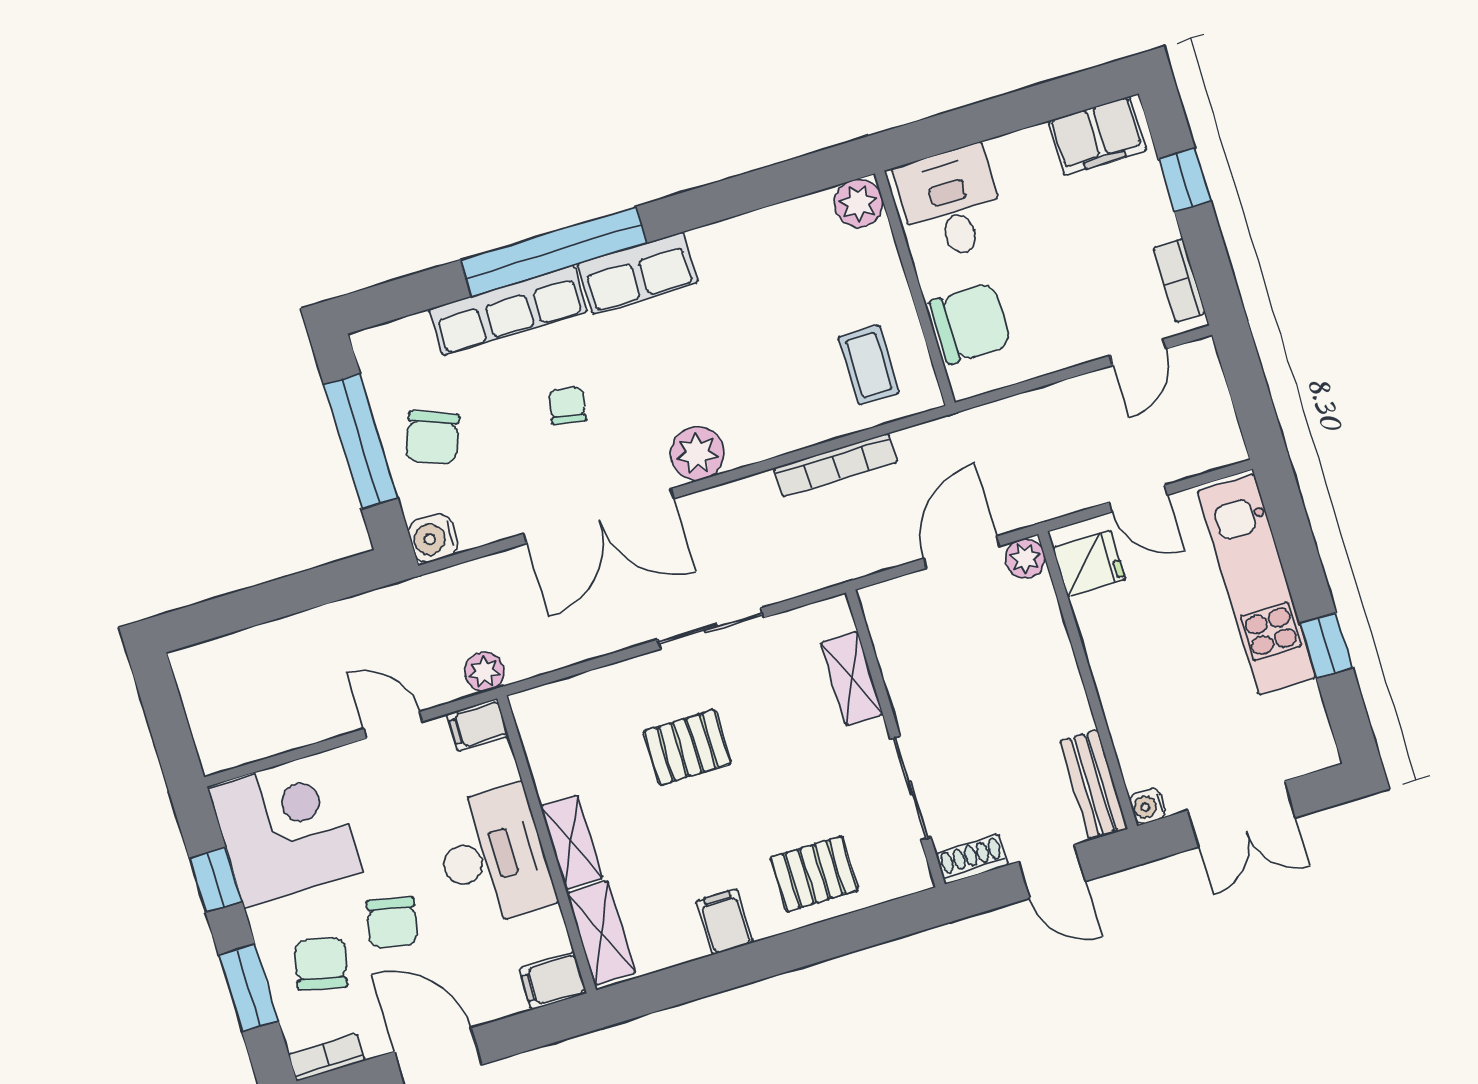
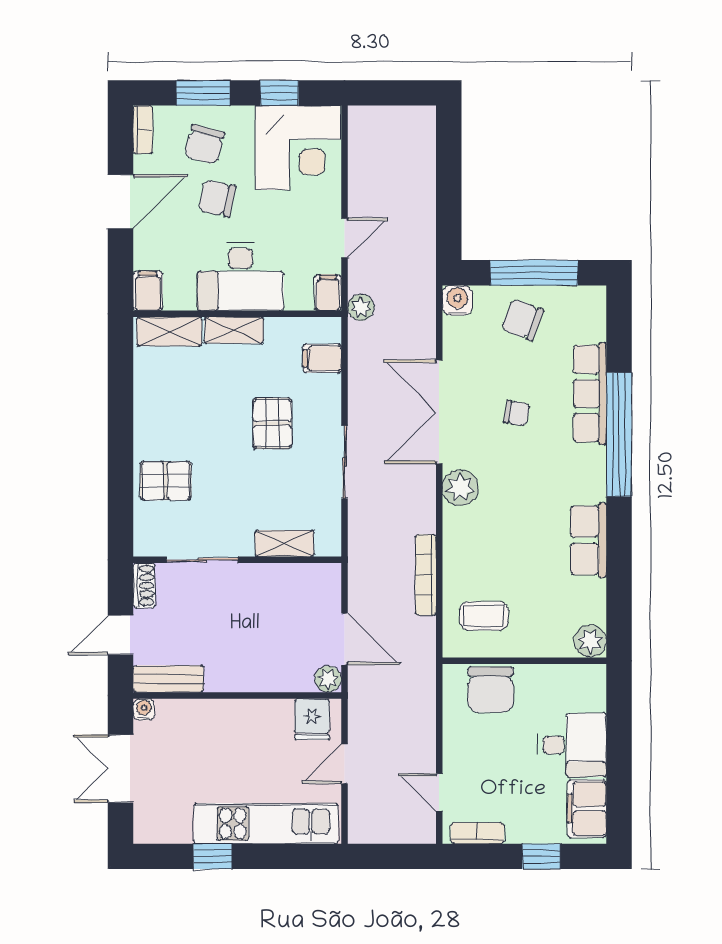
desk: (951, 204) -> (572, 745), moved
row of seats: (638, 273) -> (589, 540), moved
pallet: (814, 874) -> (166, 481), turned 90
filing cabinet: (725, 922) -> (322, 358), moved, turned 180
chair: (321, 964) -> (204, 144), turned 92

